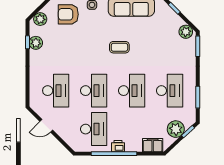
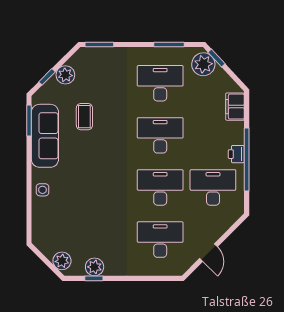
armchair: (68, 14) -> (55, 222), removed
plant: (186, 32) -> (65, 75), moved
coffee table: (119, 47) -> (84, 117), moved
plant: (176, 129) -> (203, 64), moved

